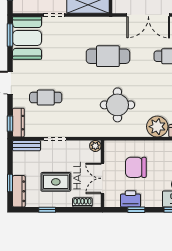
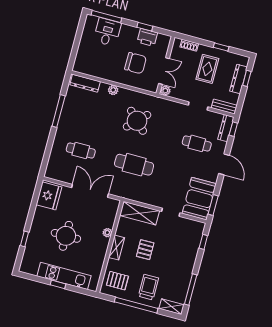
round table: (117, 105) -> (137, 121), turned 45
plant: (157, 127) -> (113, 90), width x0.53, depth x0.53
double door: (103, 178) -> (164, 71), moved
rug: (56, 182) -> (207, 69), turned 90
dresser: (19, 191) -> (239, 79), moved

